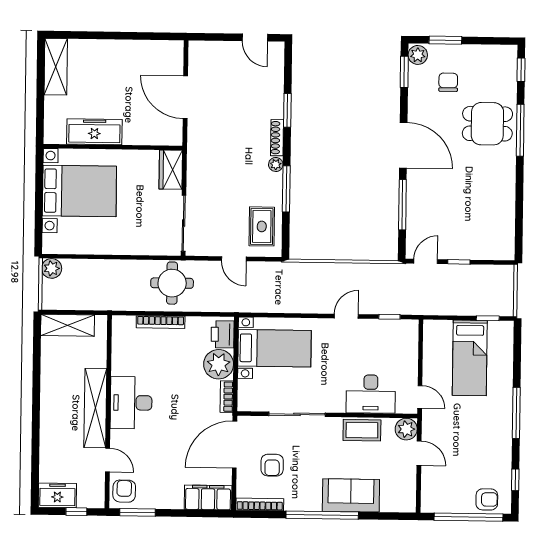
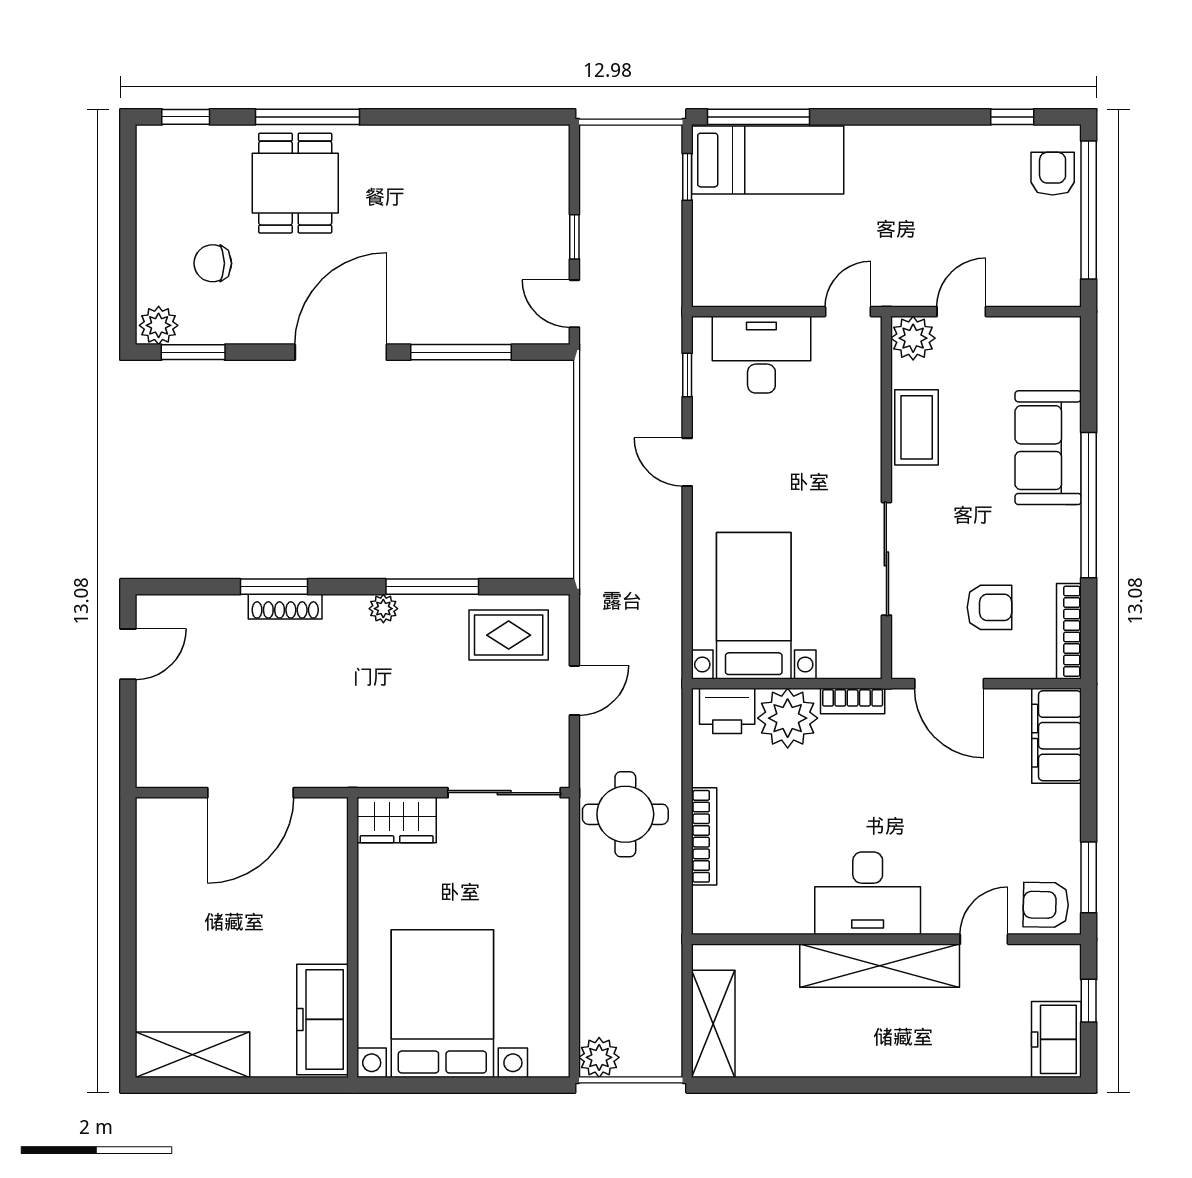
window: (445, 40) -> (128, 270), removed
freezer: (94, 132) -> (322, 1019), moved
shoe rack: (277, 138) -> (285, 607), moved
bed: (470, 358) -> (768, 160), moved
desk: (371, 394) -> (761, 355), moved, turned -90
window: (516, 413) -> (758, 117), moved
door: (235, 445) -> (949, 684), width x0.73

